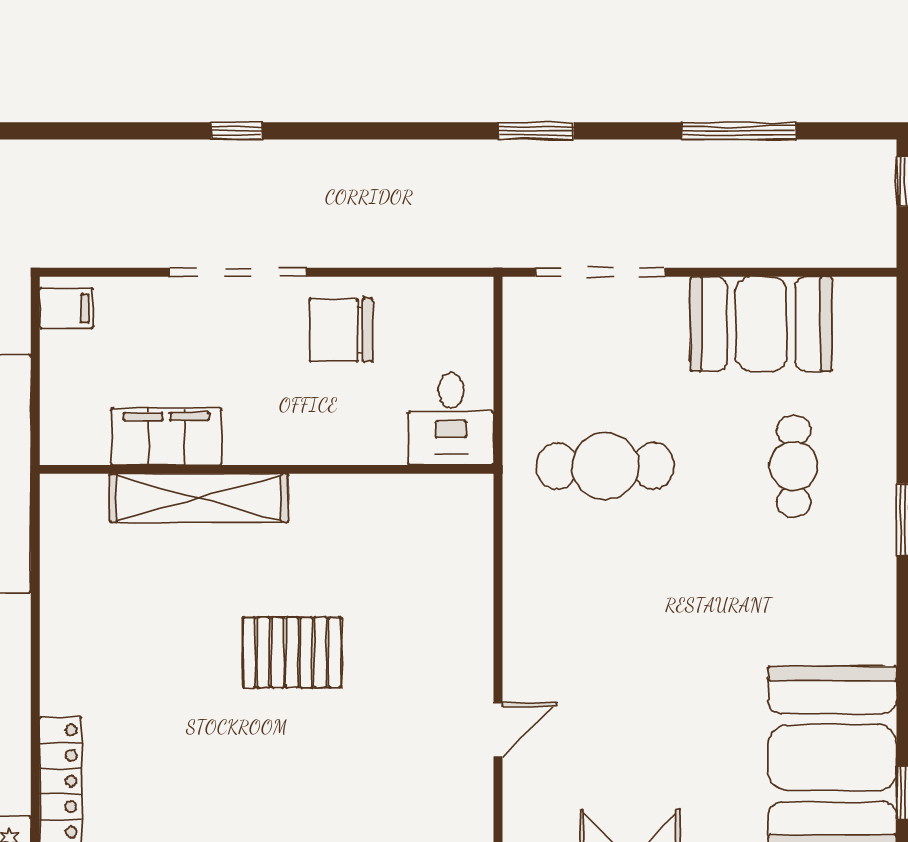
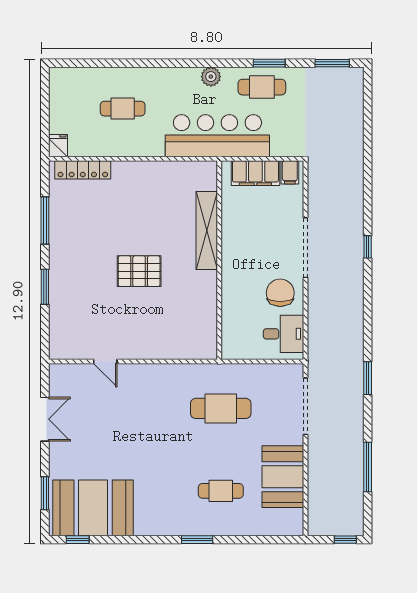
desk: (451, 419) -> (284, 334), moved, turned 180
filing cabinet: (166, 436) -> (255, 173), moved, turned 90
cafe table: (605, 466) -> (221, 408), turned 90
pallet: (292, 652) -> (139, 271), turned 90

